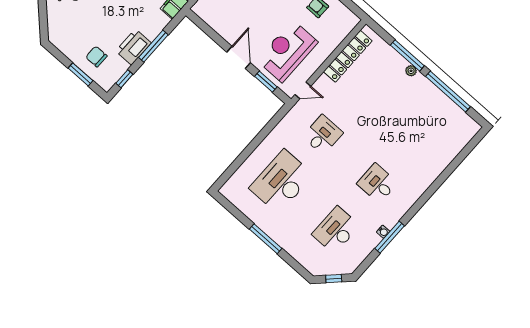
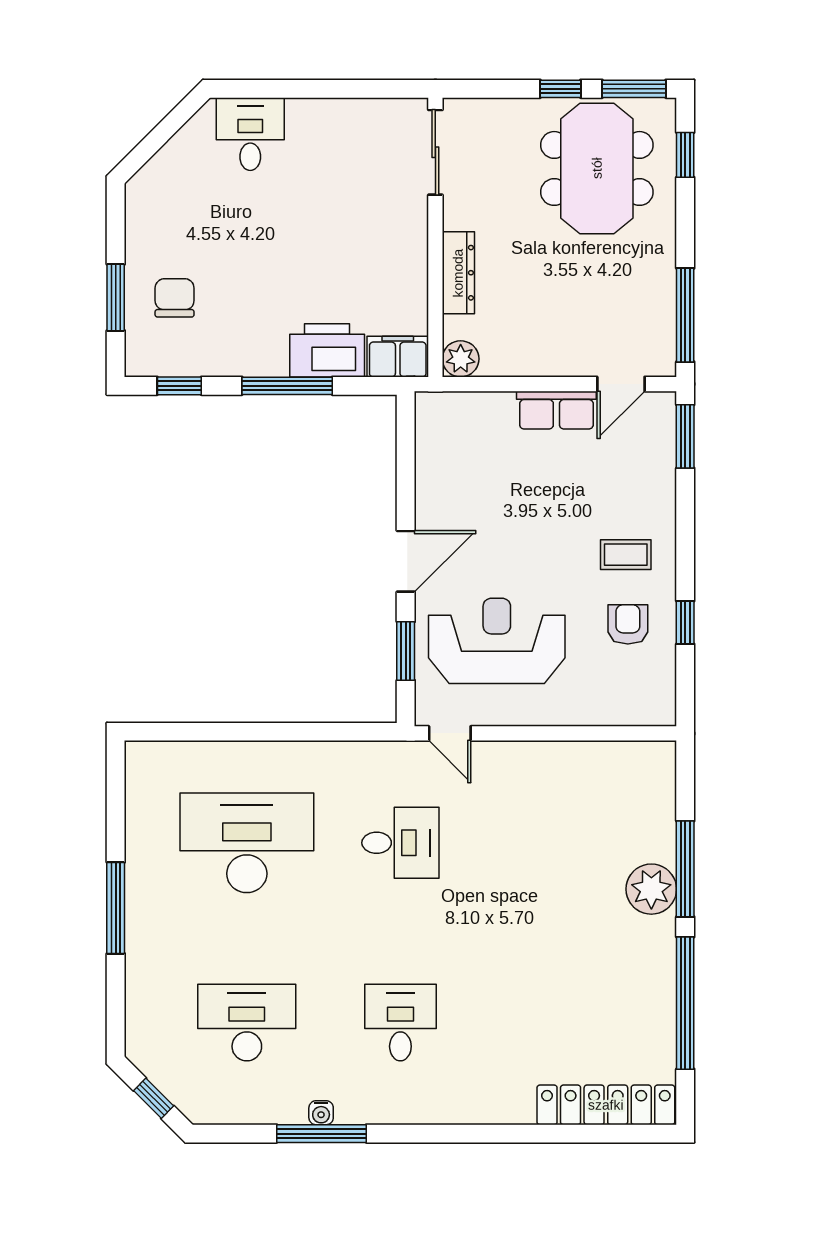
printer: (133, 47) -> (327, 350), moved
locker: (348, 56) -> (606, 1105), moved, turned 180
plant: (411, 71) -> (651, 889), width x1.88, depth x1.88

